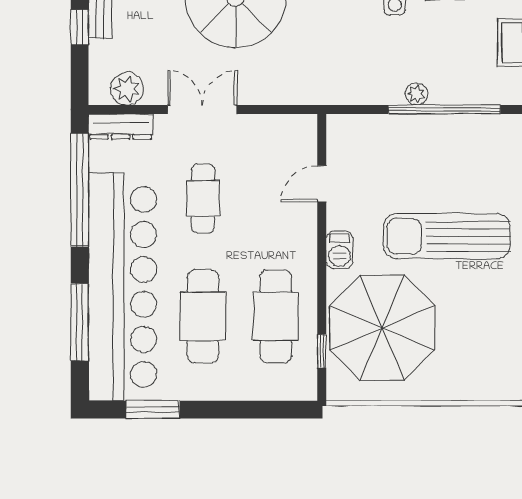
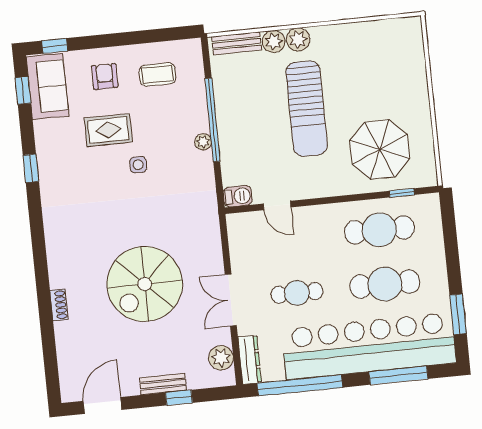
barbecue: (339, 250) -> (238, 196), moved
parasol: (382, 328) -> (380, 150), width x0.73, depth x0.73

